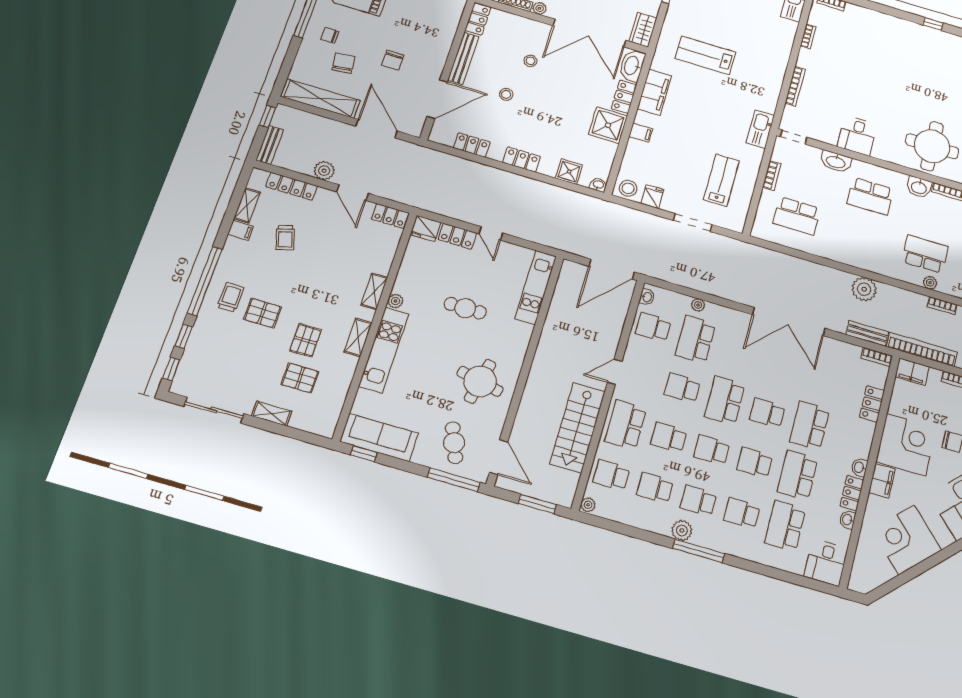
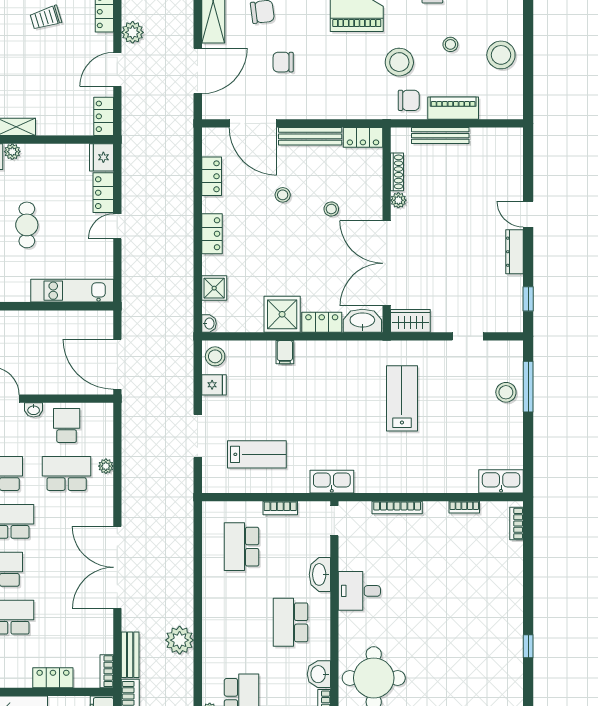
filing cabinet: (654, 92) -> (338, 354), removed
washbasin: (647, 297) -> (34, 410), moved

